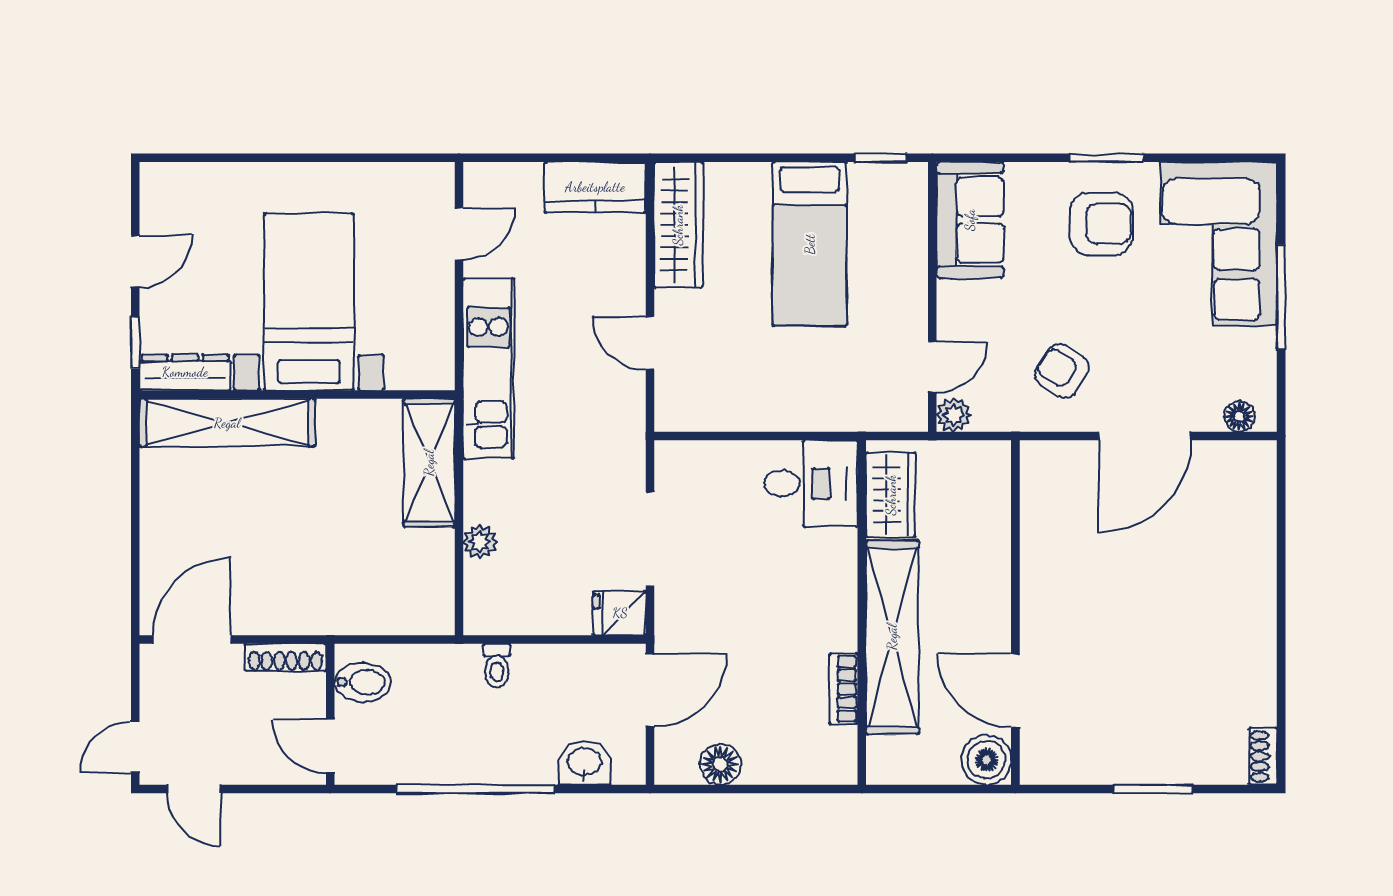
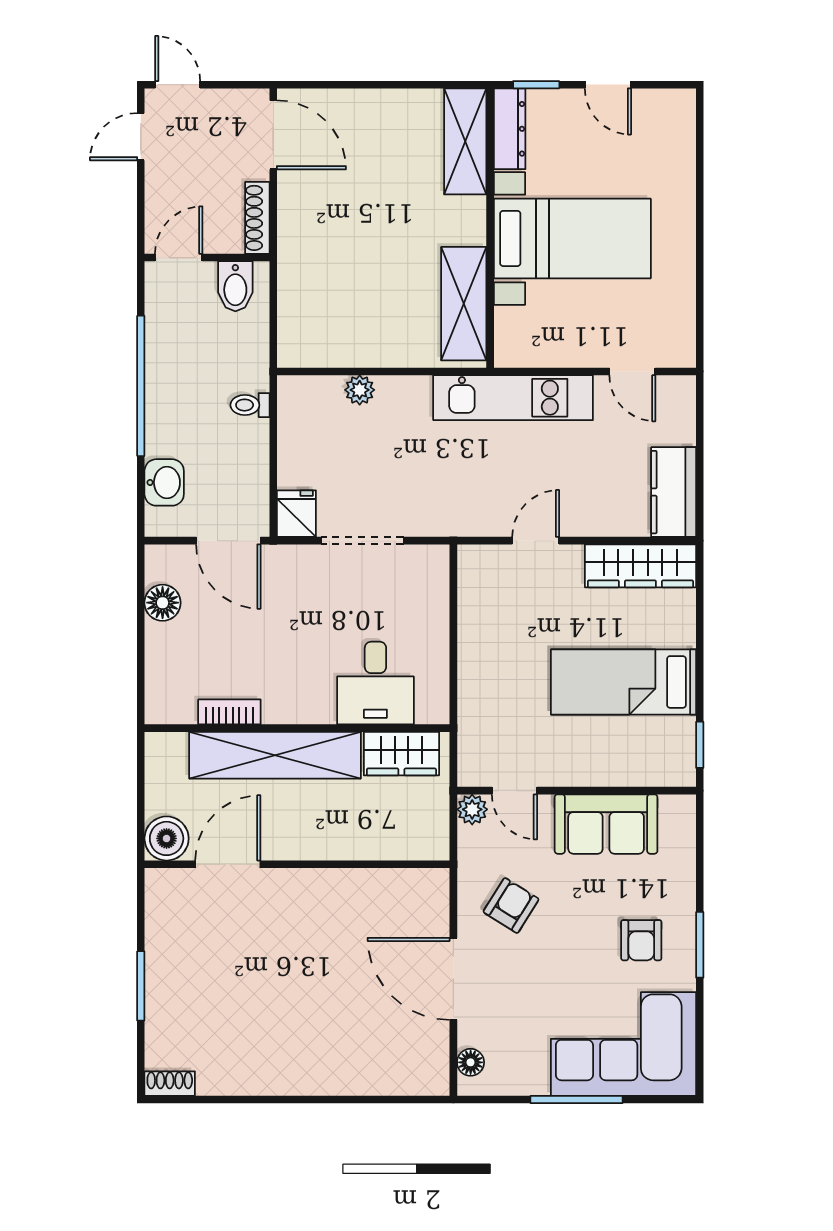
sofa: (970, 220) -> (606, 824), moved
armchair: (1101, 224) -> (641, 940), width x0.72, depth x0.72
shelving: (227, 423) -> (465, 141), width x0.68
shelving: (429, 463) -> (464, 304), moved, turned 90
desk: (811, 483) -> (375, 683), moved

